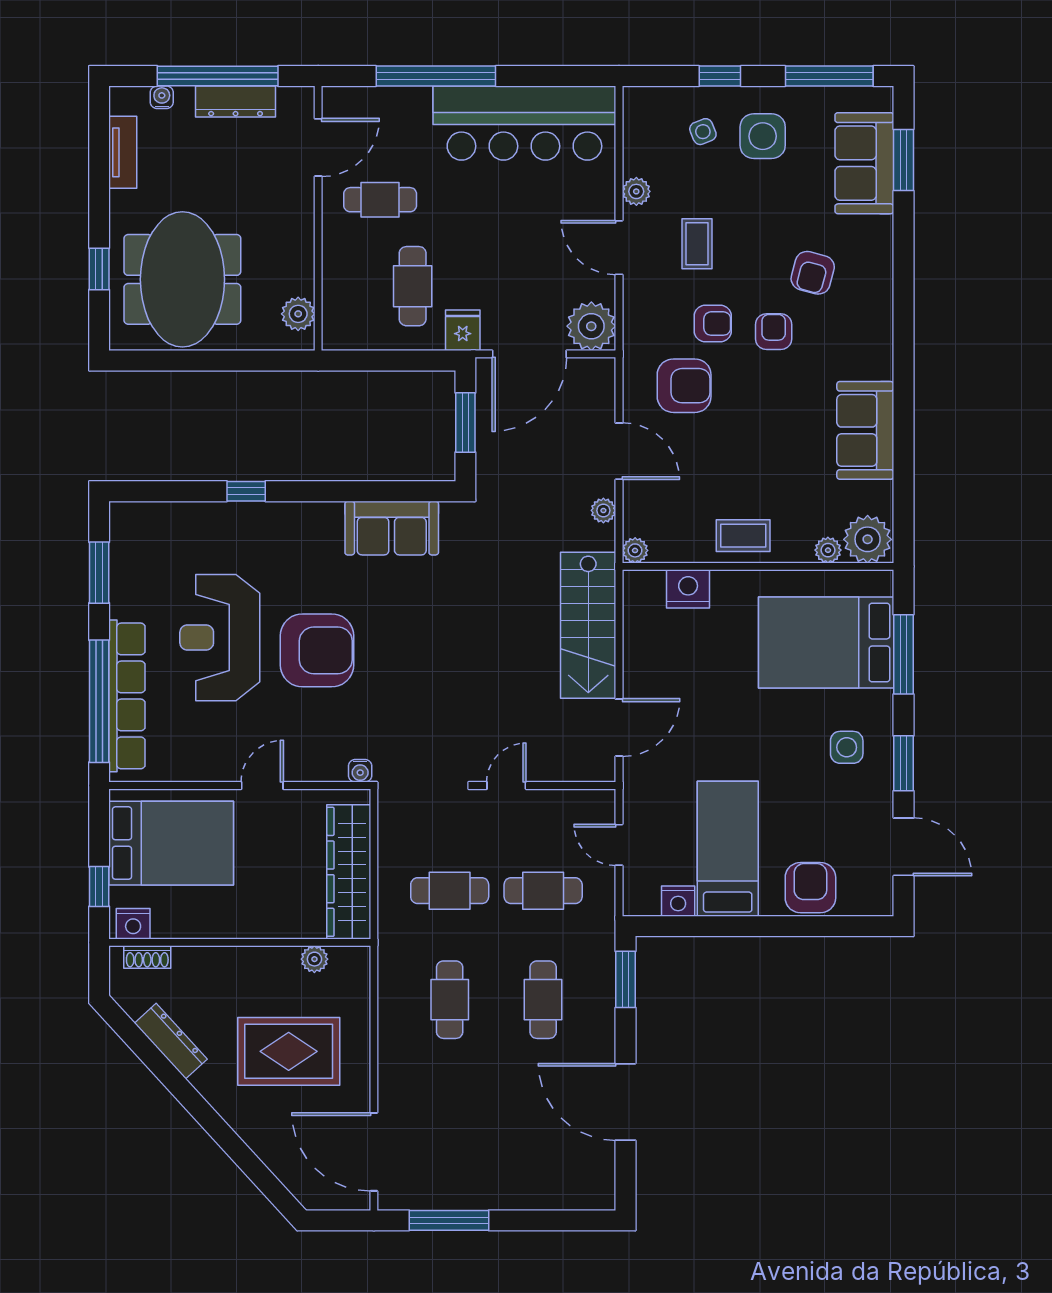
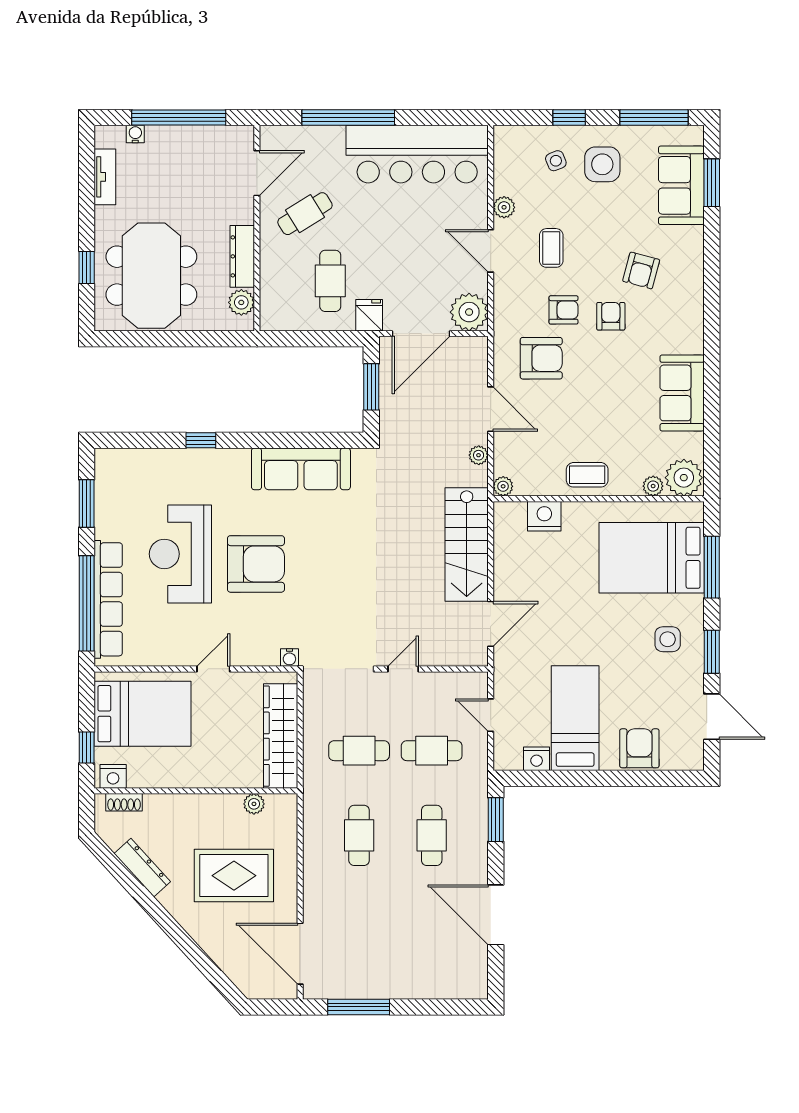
dresser: (236, 101) -> (242, 256), moved, turned 90
cafe table: (380, 200) -> (305, 214), turned -32
sofa: (392, 528) -> (301, 469), width x1.36

